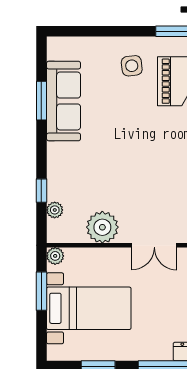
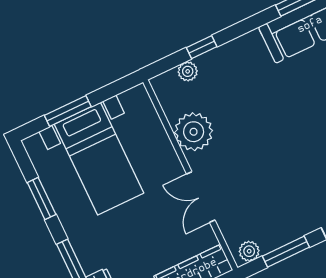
plant: (55, 256) -> (138, 96), removed
window: (41, 291) -> (68, 111), moved

